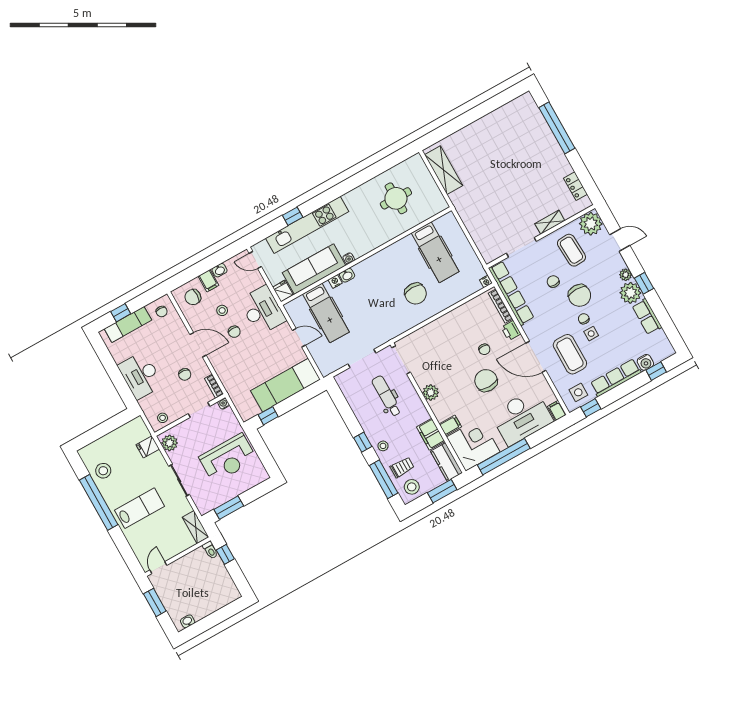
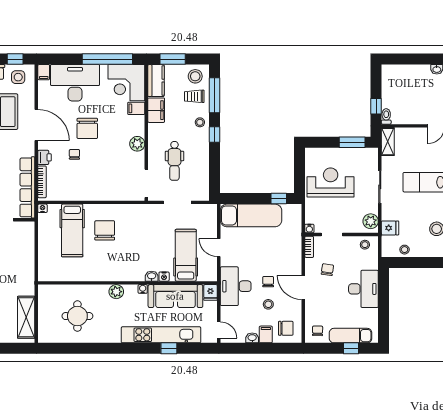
plant: (372, 242) -> (116, 292), added
hospital bed: (435, 252) -> (72, 230), moved, turned 180
stool: (123, 434) -> (405, 250), added

